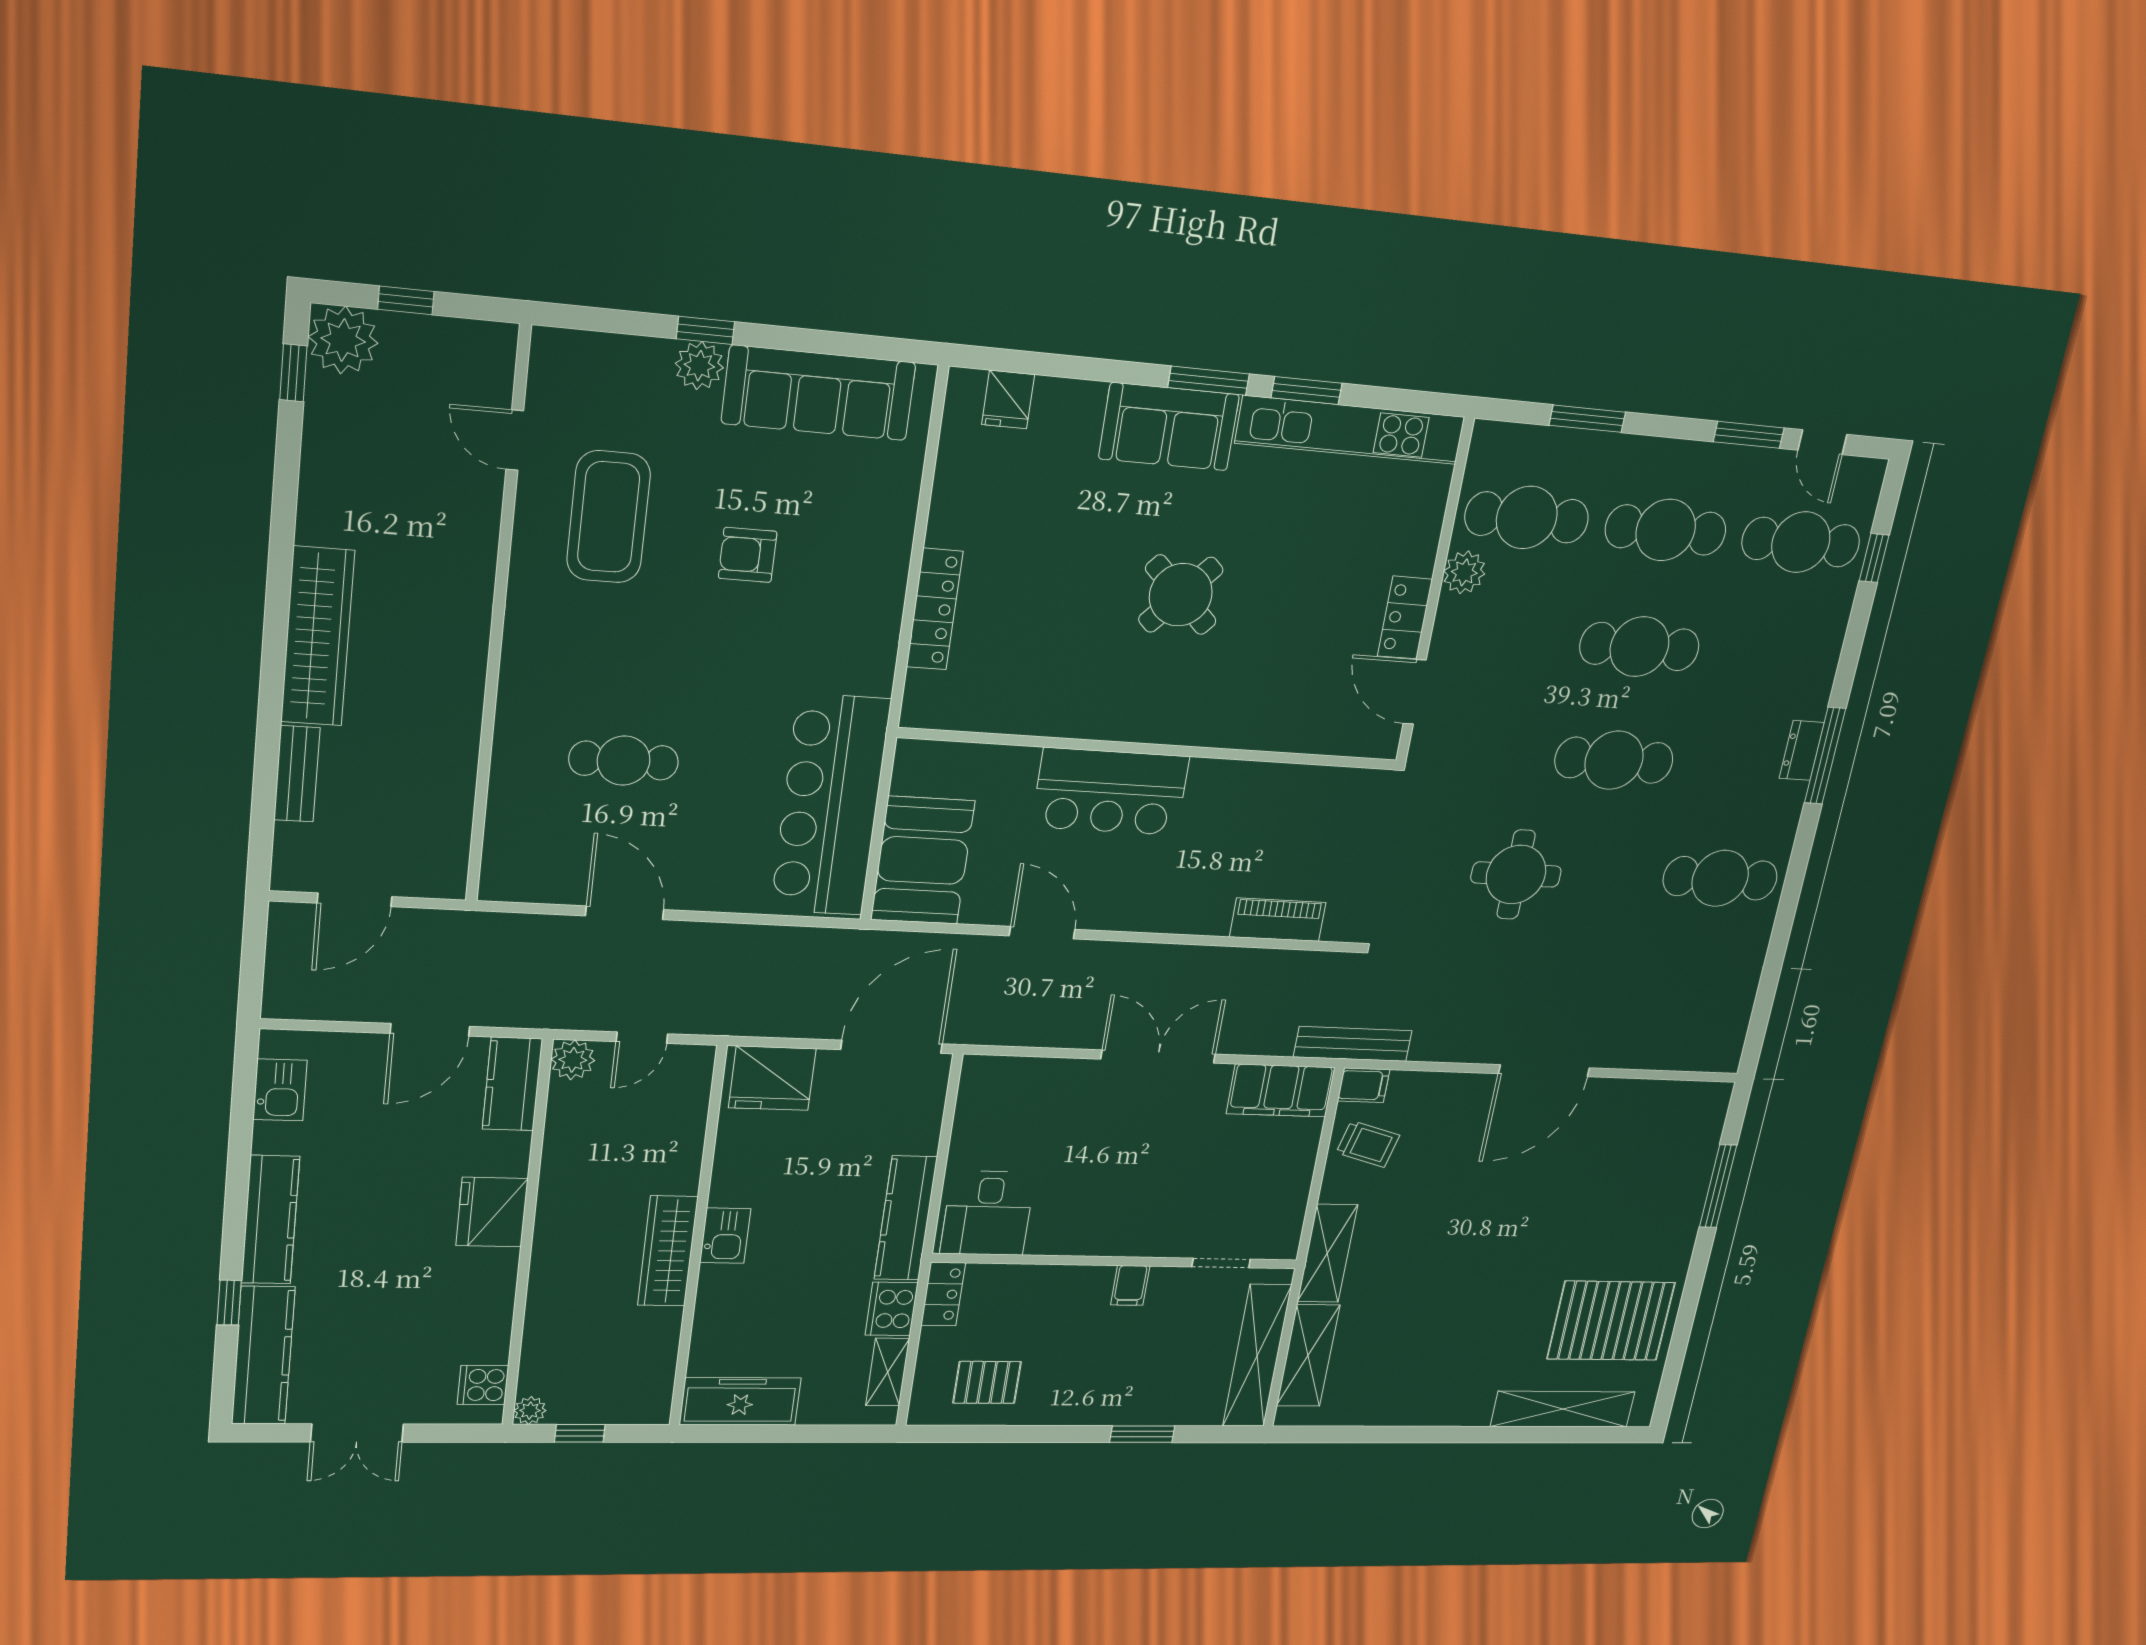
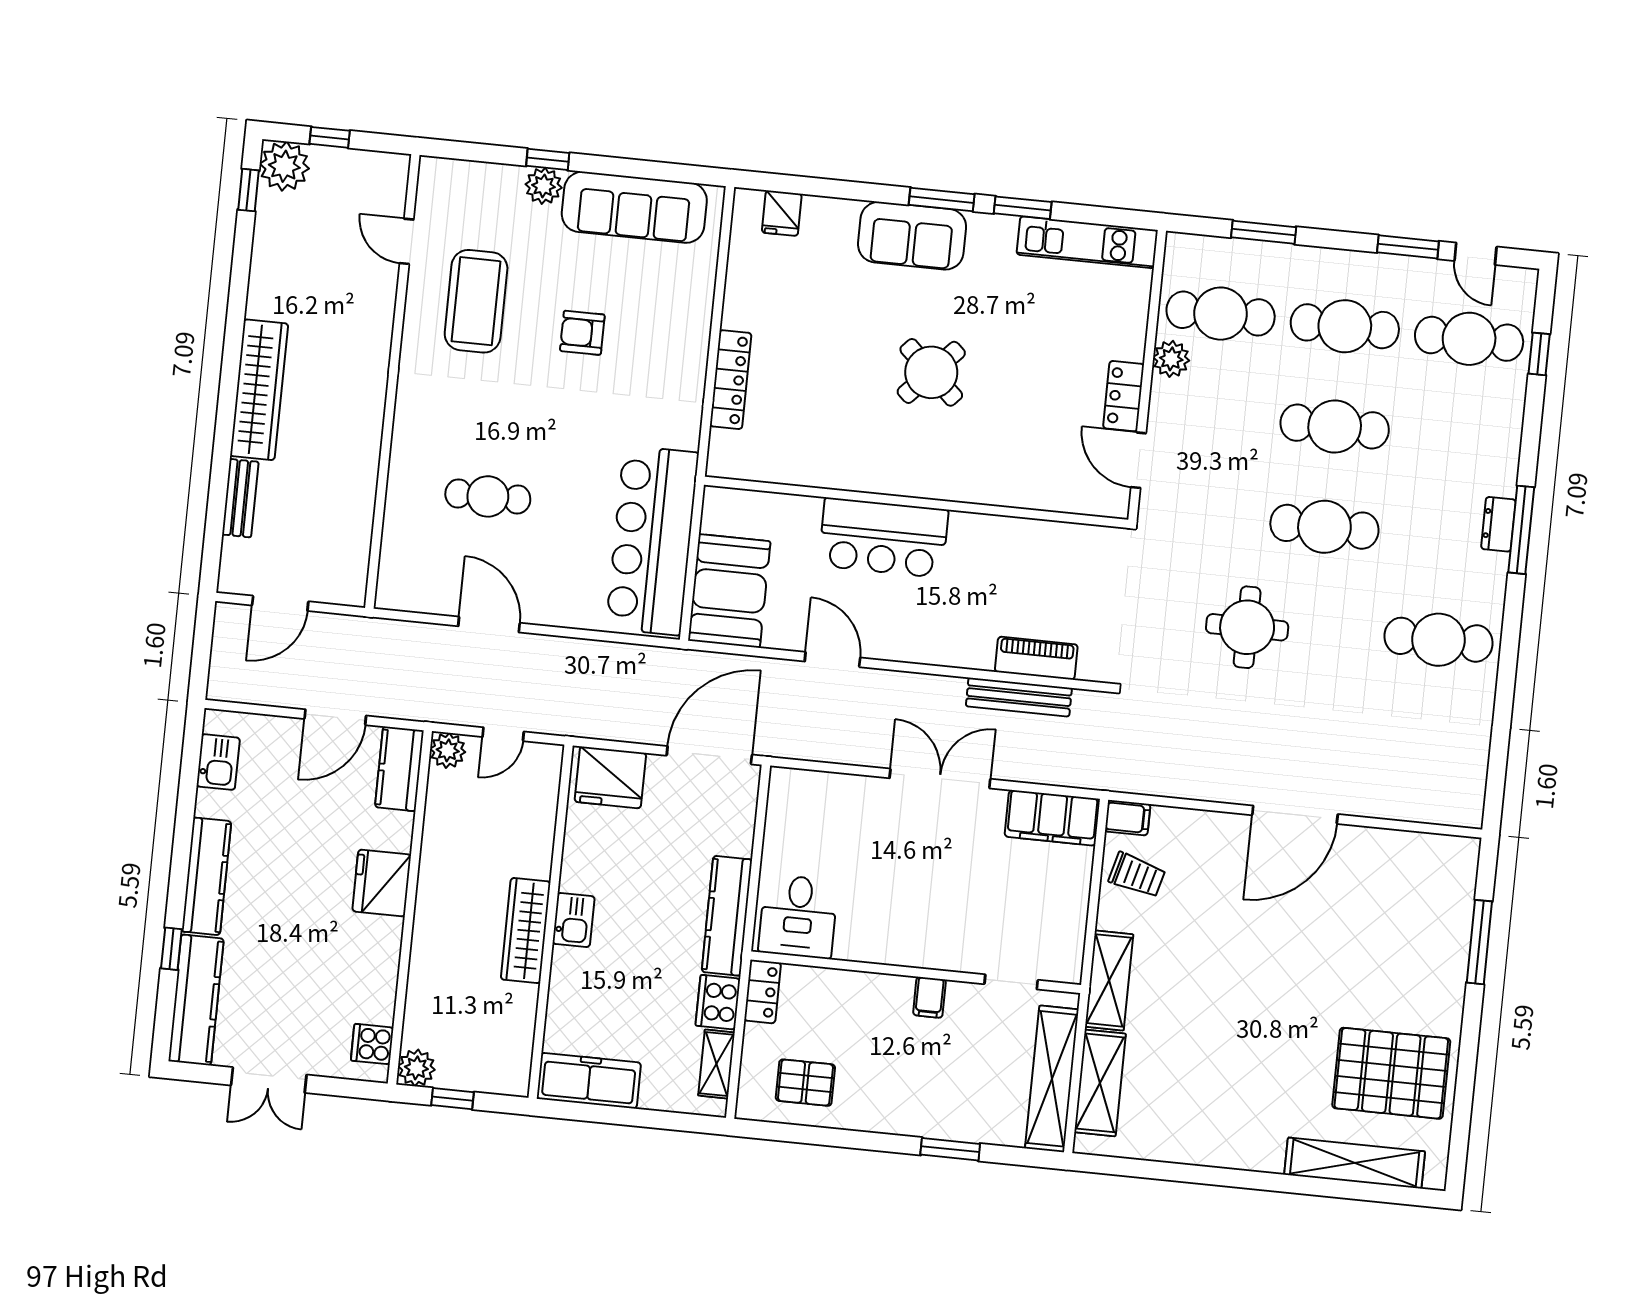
kitchen unit: (1350, 430) -> (1087, 242), width x0.73
bench: (1353, 1044) -> (1019, 697), moved
plant: (530, 1411) -> (416, 1068), width x1.38, depth x1.38

